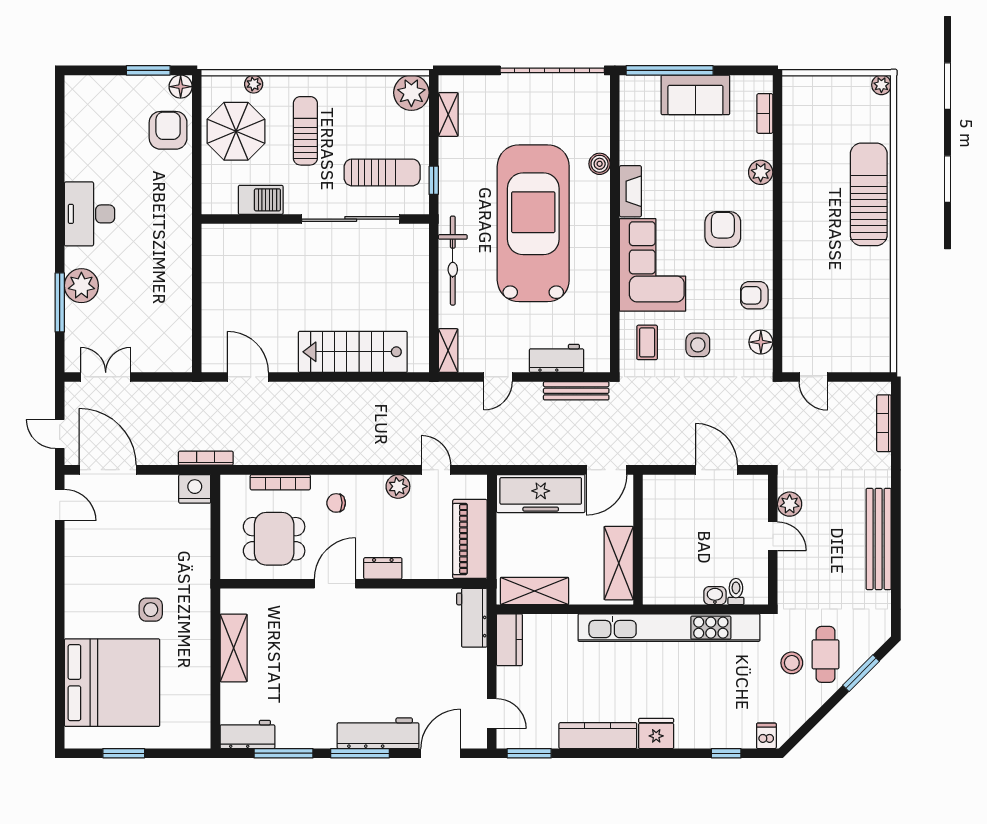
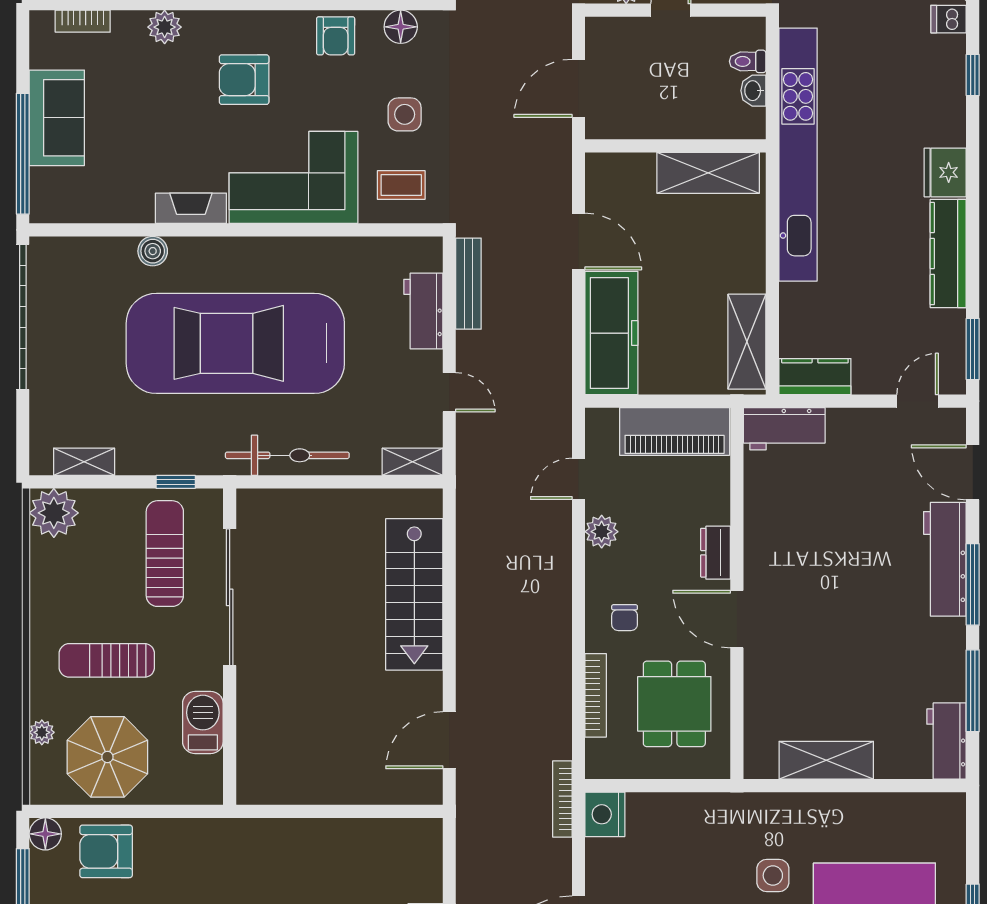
wall: (638, 540) -> (675, 146), moved
shelving: (619, 563) -> (708, 173), moved

